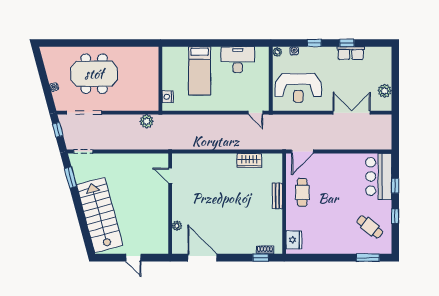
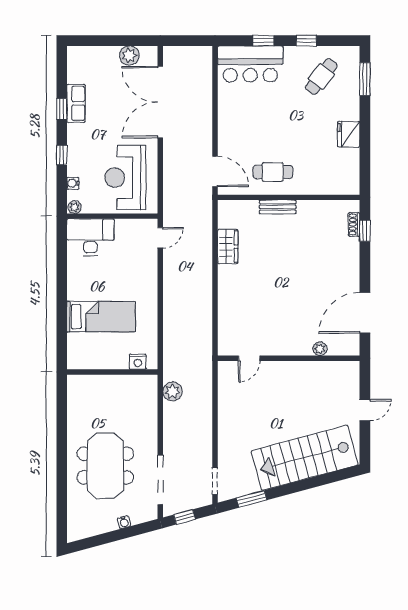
desk: (238, 60) -> (90, 237), moved, turned 90
reception desk: (298, 88) -> (125, 177), turned 180
double door: (352, 113) -> (160, 102), width x1.36
fridge: (294, 240) -> (349, 134), moved, turned -90

